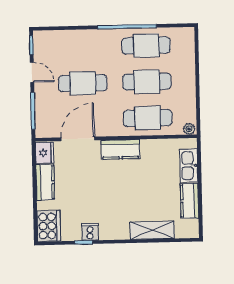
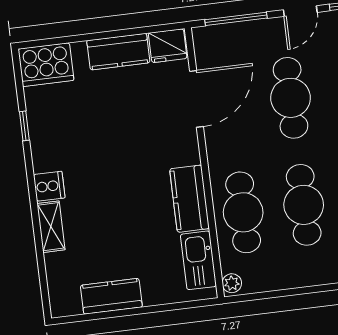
door: (78, 139) -> (197, 99), hinge flipped
kitchen counter: (120, 149) -> (190, 199), moved
kitchen sink: (189, 166) -> (198, 260), moved, turned -90
shelving: (152, 230) -> (51, 227), width x0.67, depth x0.75
cooker: (90, 232) -> (49, 186), moved

